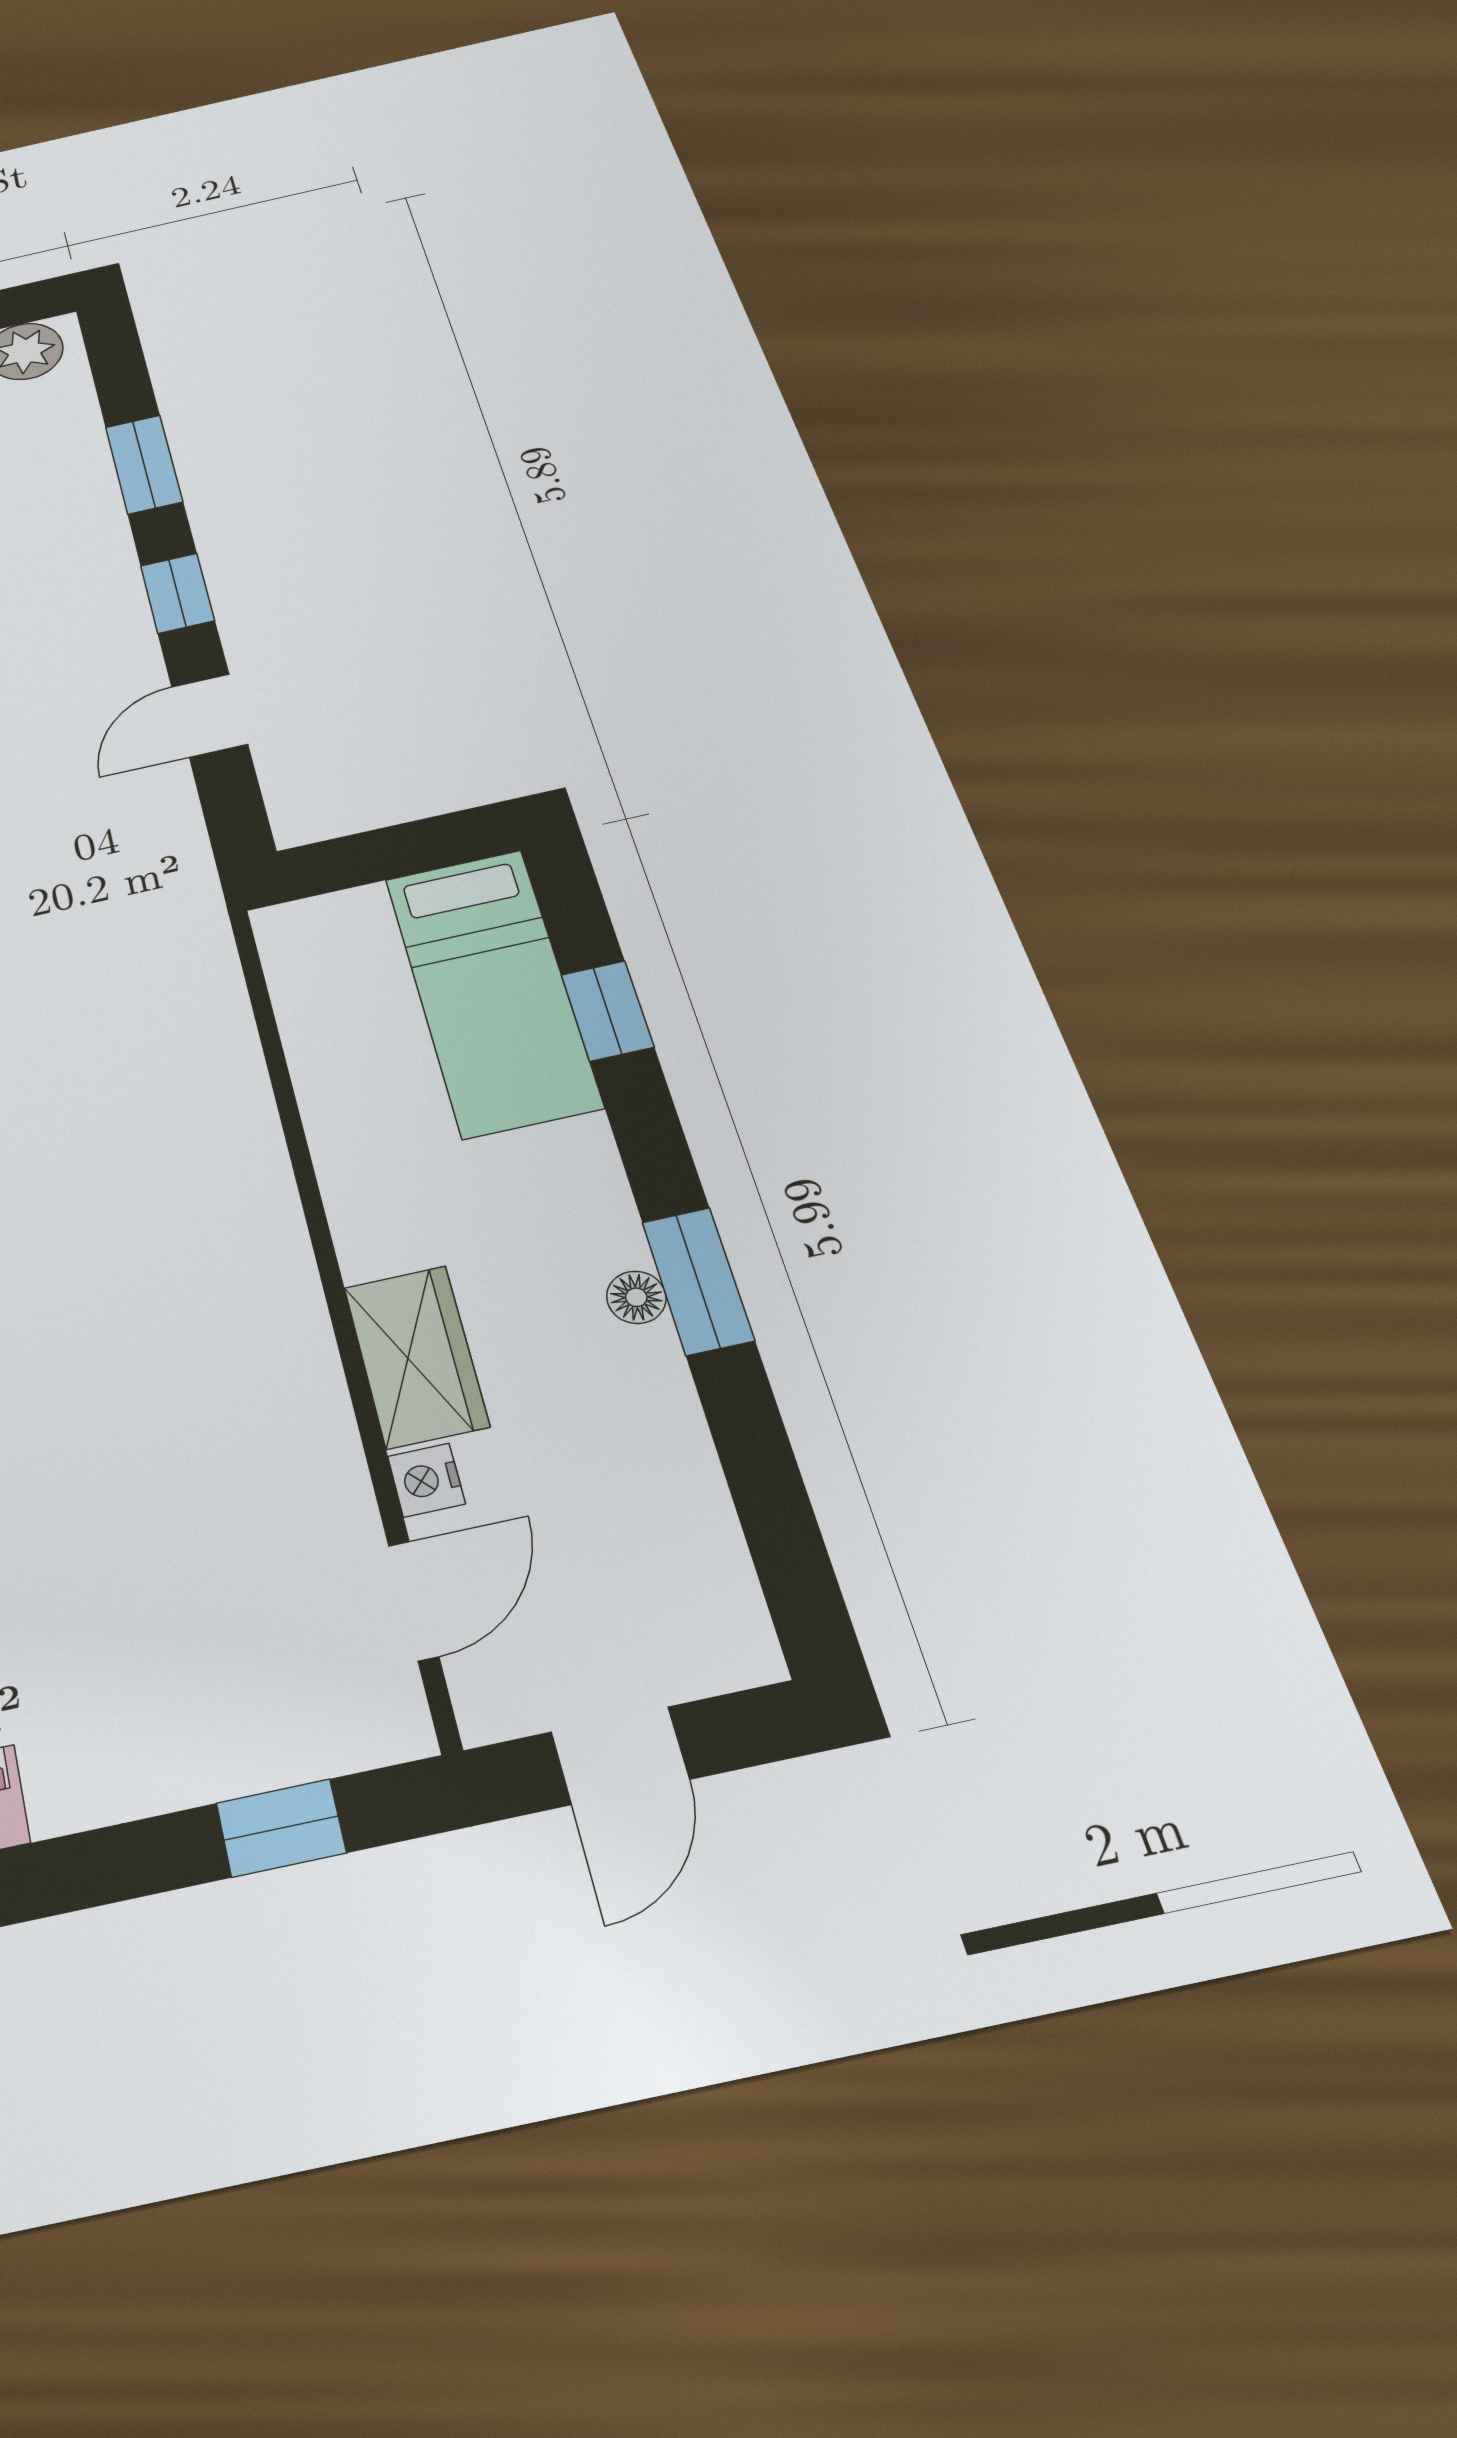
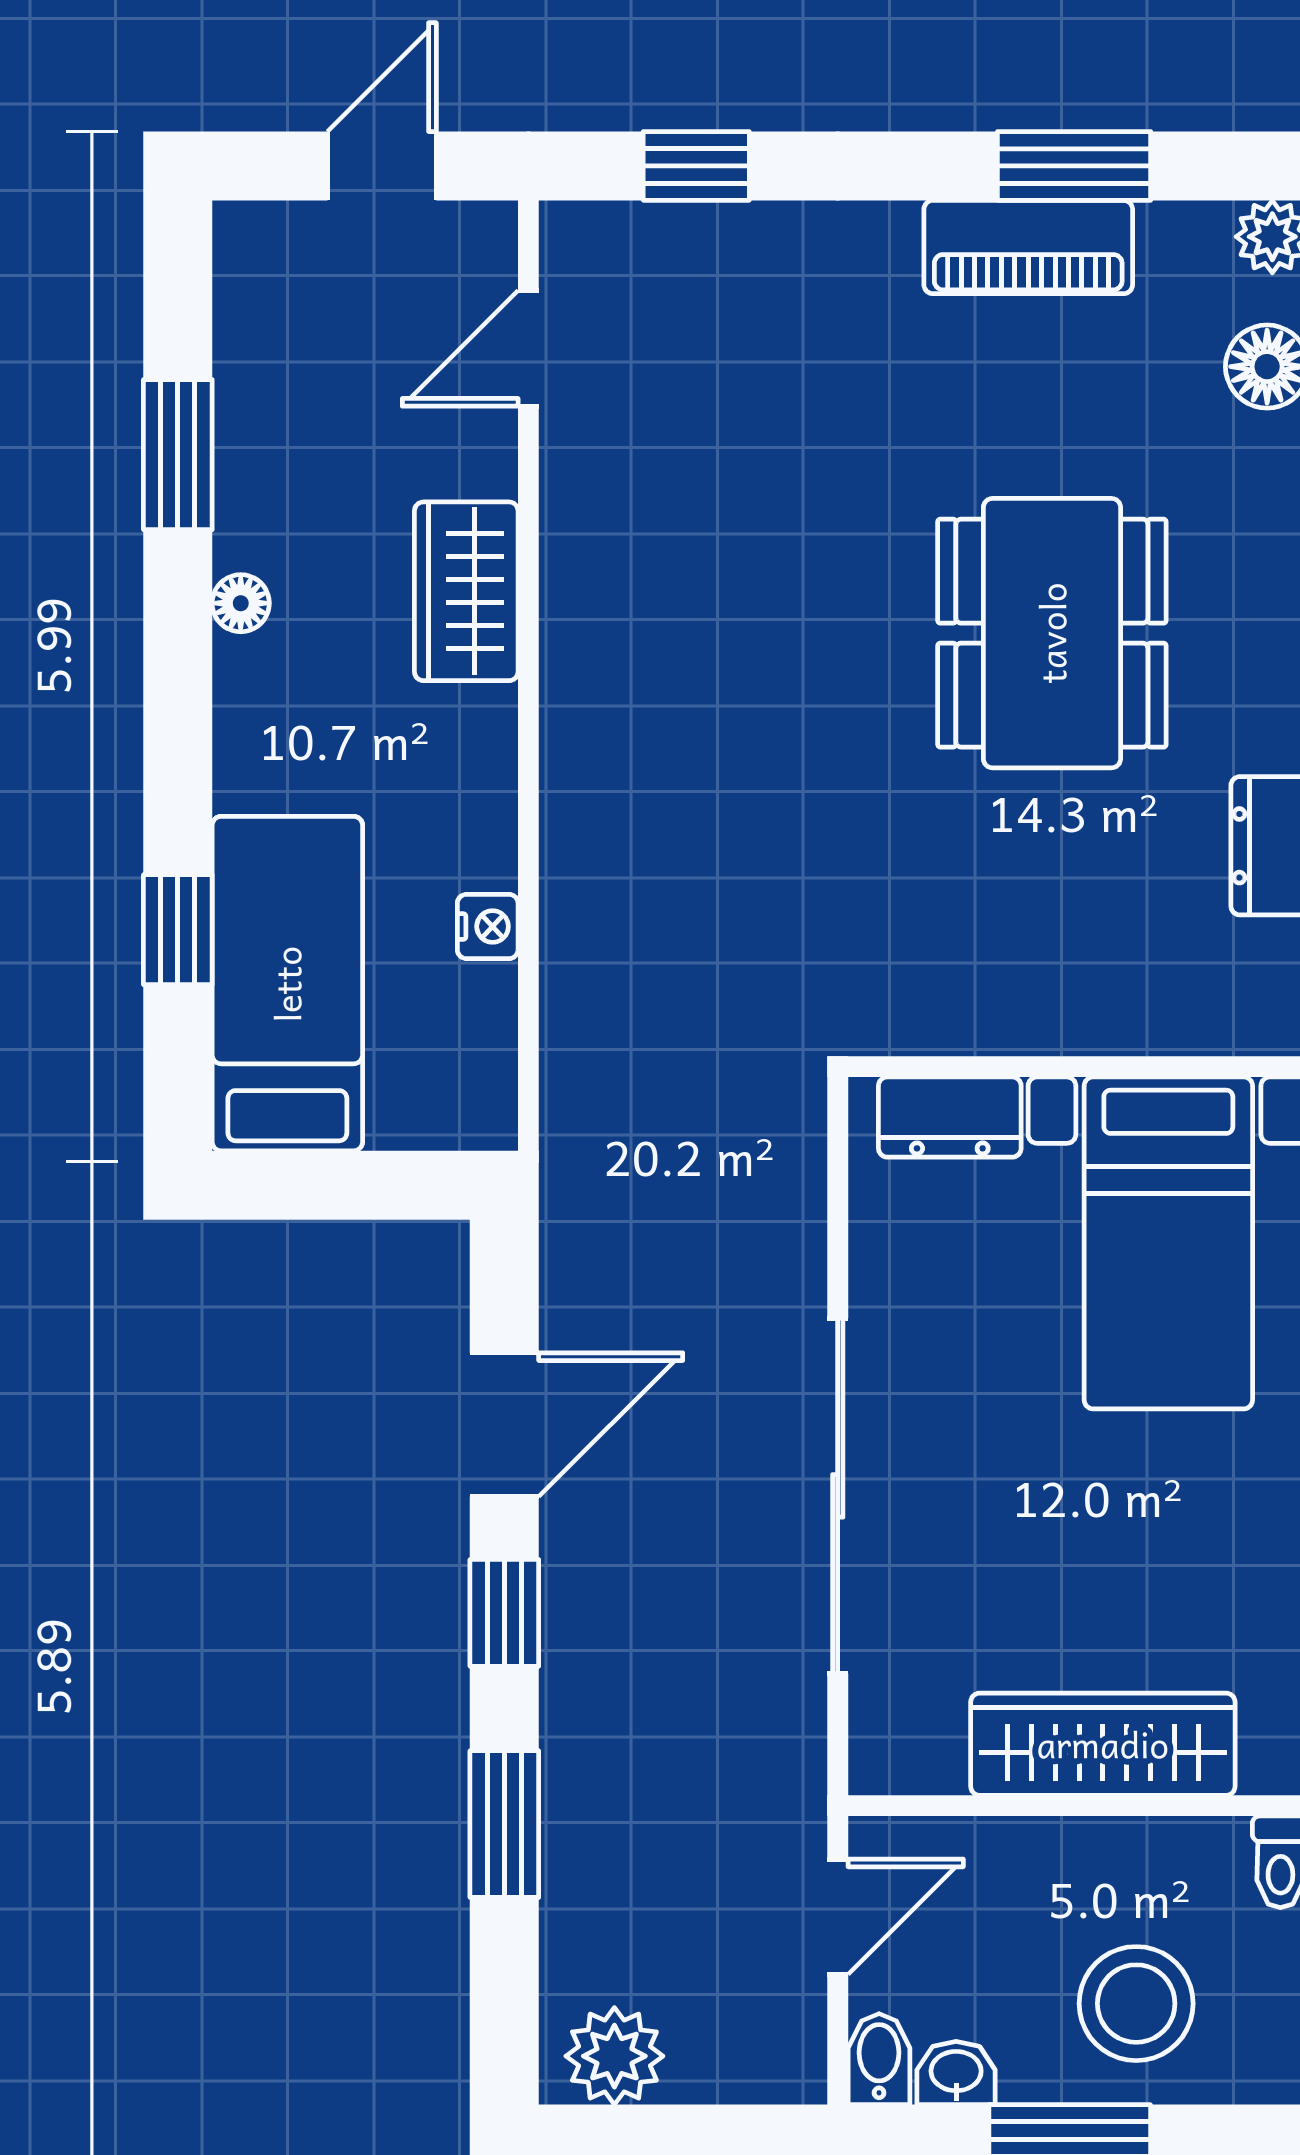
door: (209, 716) -> (504, 1425), width x1.38
window: (698, 1281) -> (178, 455), moved
nightstand: (426, 1480) -> (488, 926), moved

